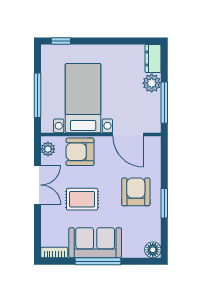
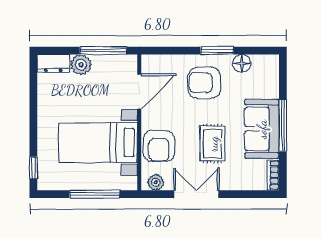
floor lamp: (153, 250) -> (242, 63), moved

